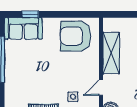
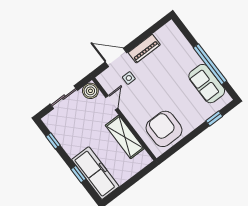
sofa: (23, 28) -> (207, 84), moved, turned -90
armchair: (76, 36) -> (164, 129), turned -90

